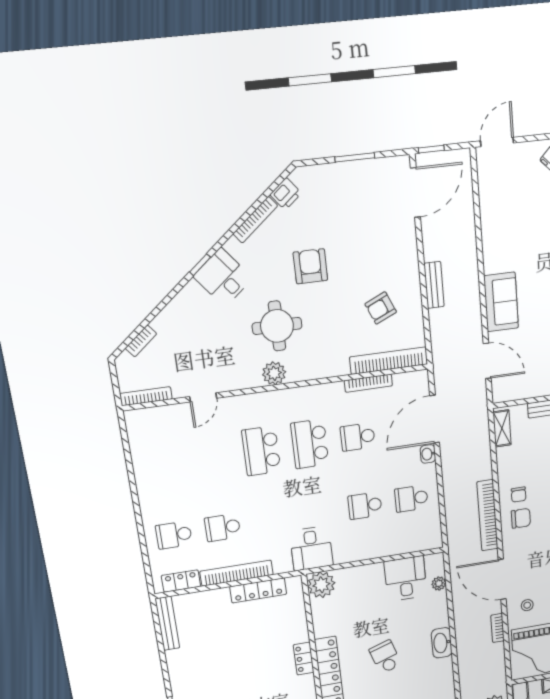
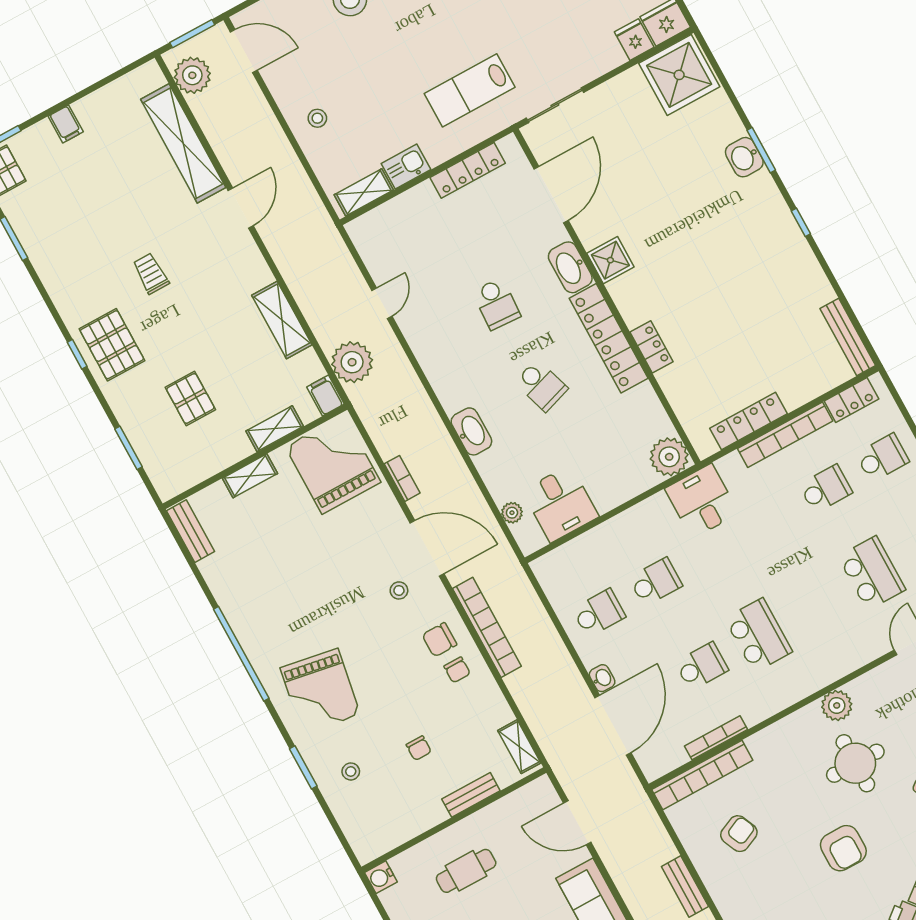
school desk: (261, 451) -> (872, 573), moved
chair: (519, 495) -> (457, 670), turned 180
stool: (527, 605) -> (399, 590), moved

